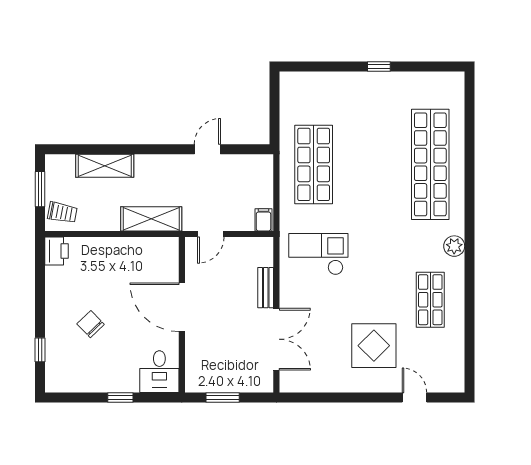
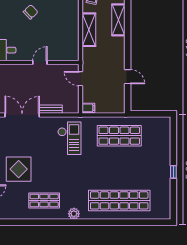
shelving: (151, 219) -> (89, 30), moved
door: (182, 307) -> (40, 63), width x0.53
double door: (276, 339) -> (22, 115), swing flipped

